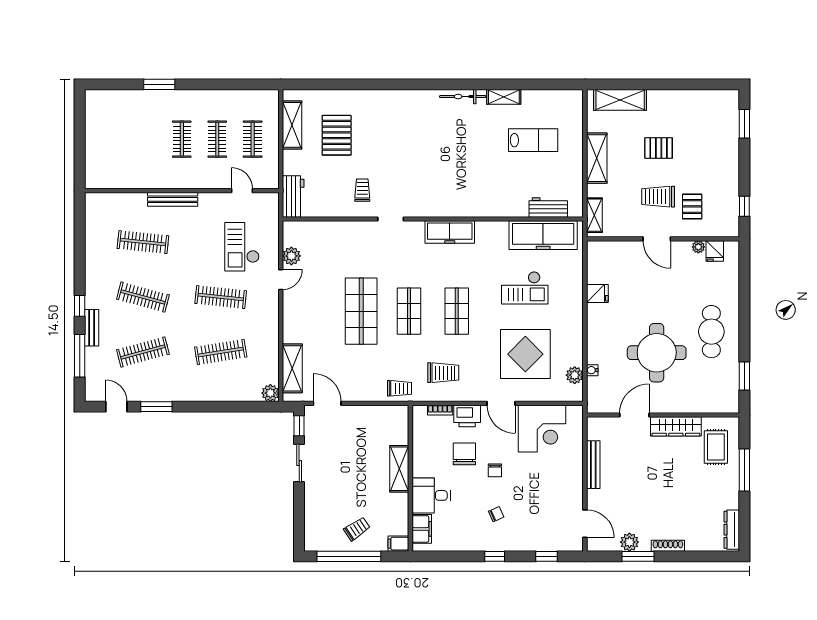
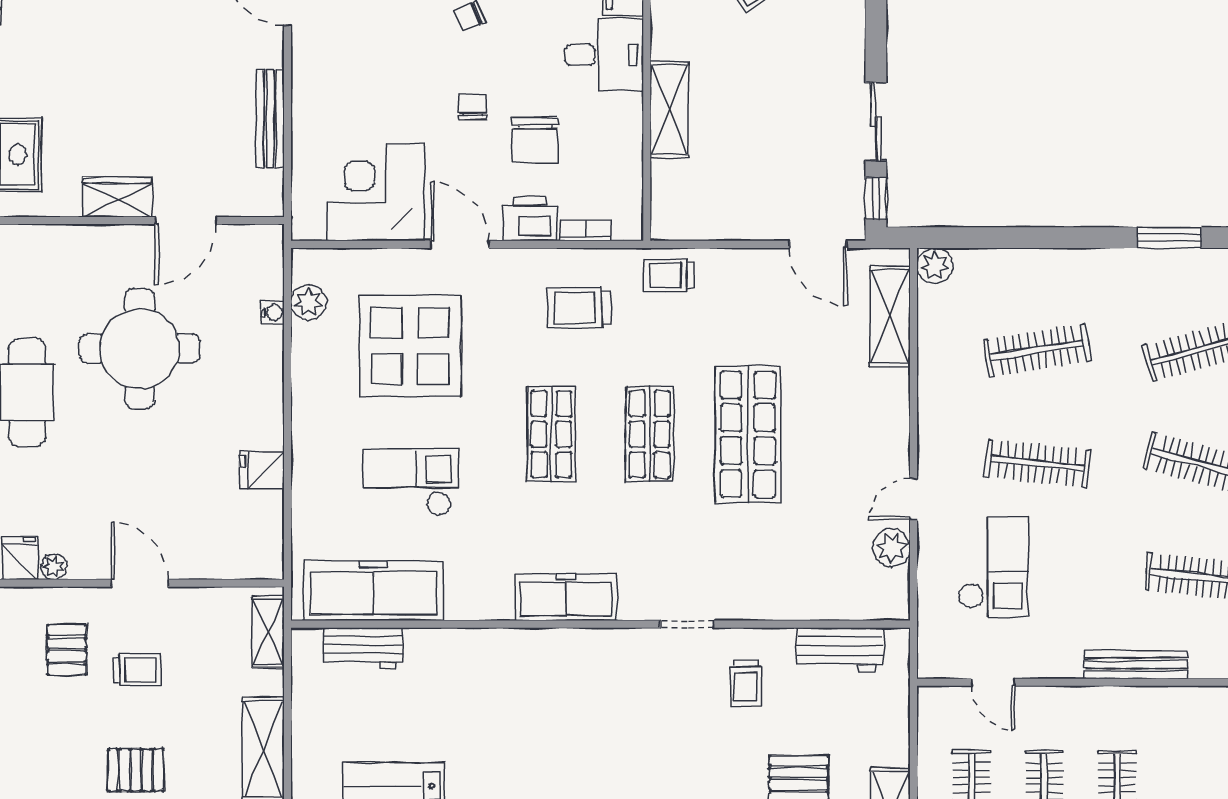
workbench: (293, 196) -> (840, 650), moved, turned -90
trolley: (658, 197) -> (137, 670), width x0.73, depth x0.72
wardrobe: (676, 426) -> (117, 197), width x0.67

